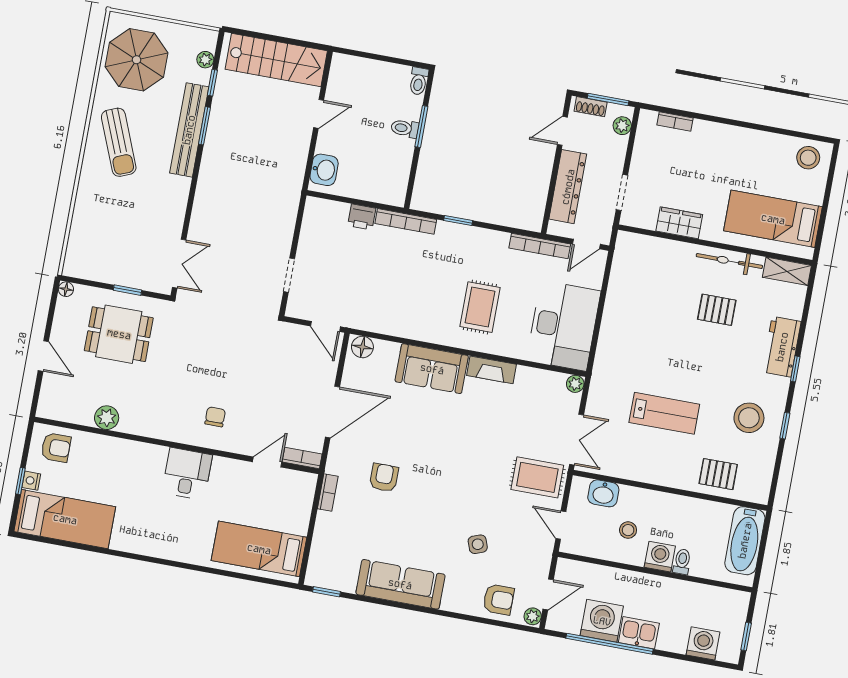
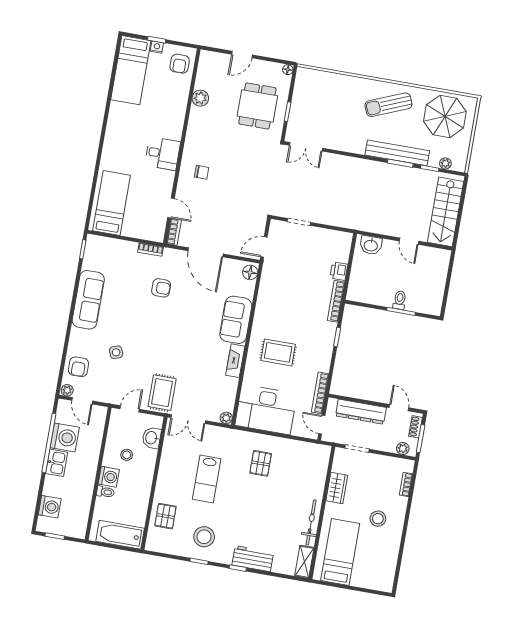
toilet: (419, 81) -> (432, 309), removed
stool: (808, 158) -> (378, 519), moved
pallet: (717, 310) -> (261, 463), moved

